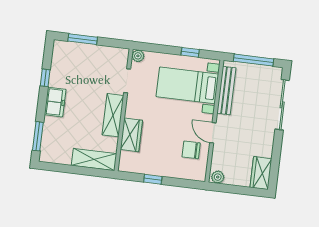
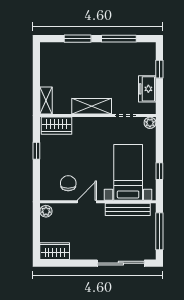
window: (83, 39) -> (159, 69), width x0.67
window: (45, 78) -> (119, 39), width x2.17
freezer: (55, 102) -> (147, 89), moved, turned 90
wardrobe: (131, 135) -> (57, 126), moved
window: (38, 136) -> (78, 39), moved
shelving: (94, 160) -> (46, 100), width x0.67, depth x0.75

